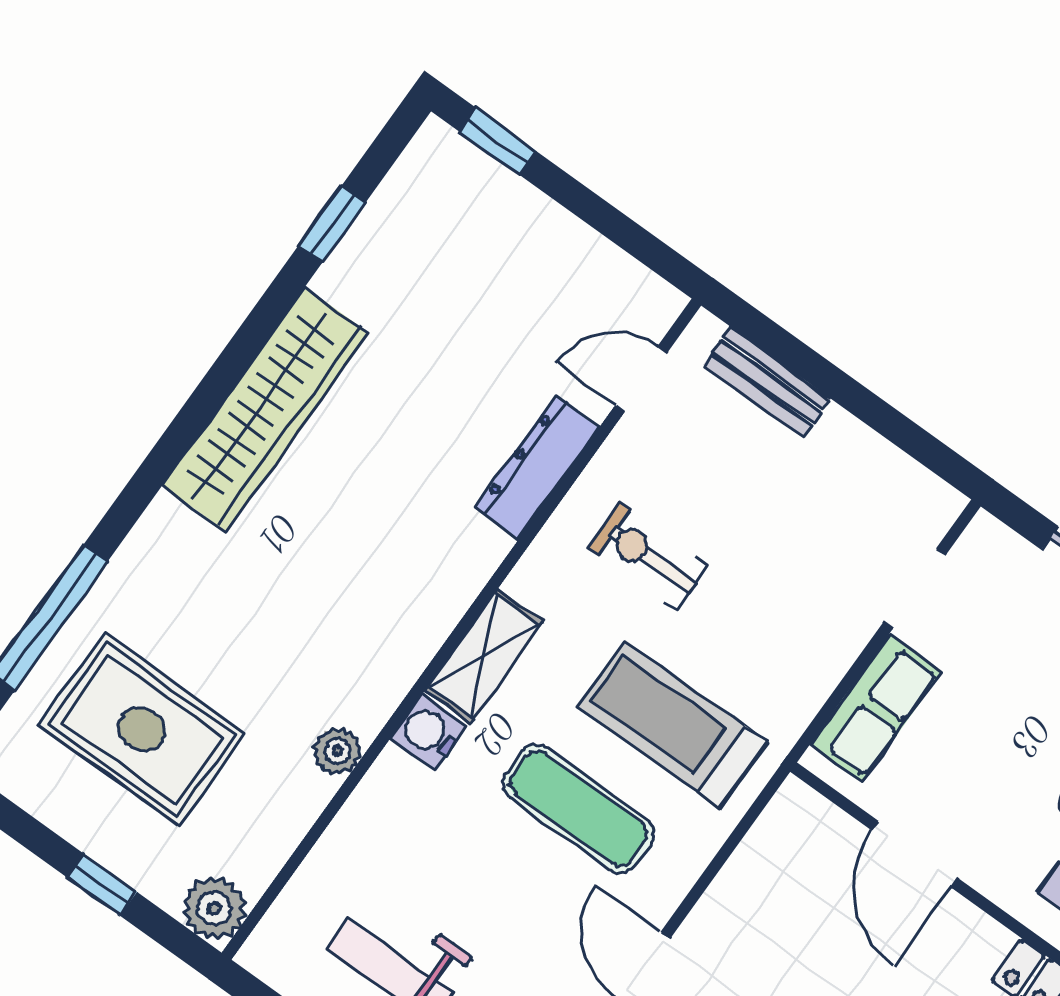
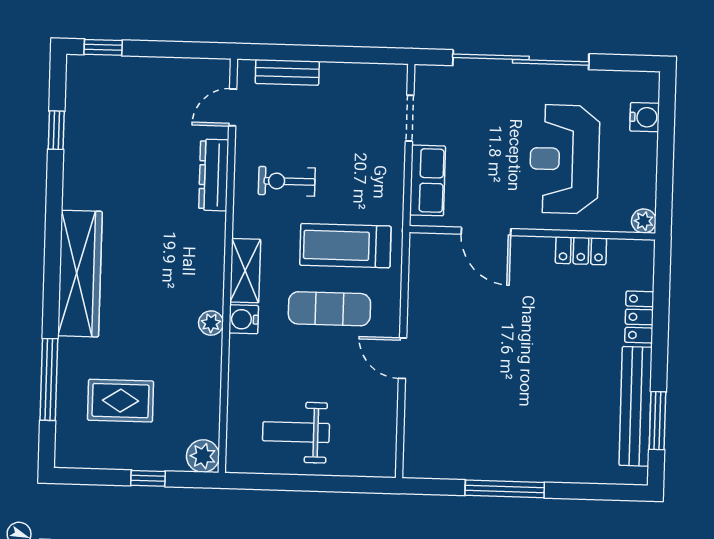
wardrobe: (266, 409) -> (80, 274), moved
rug: (142, 729) -> (121, 401), width x0.73, depth x0.70
plant: (337, 751) -> (211, 323), moved

